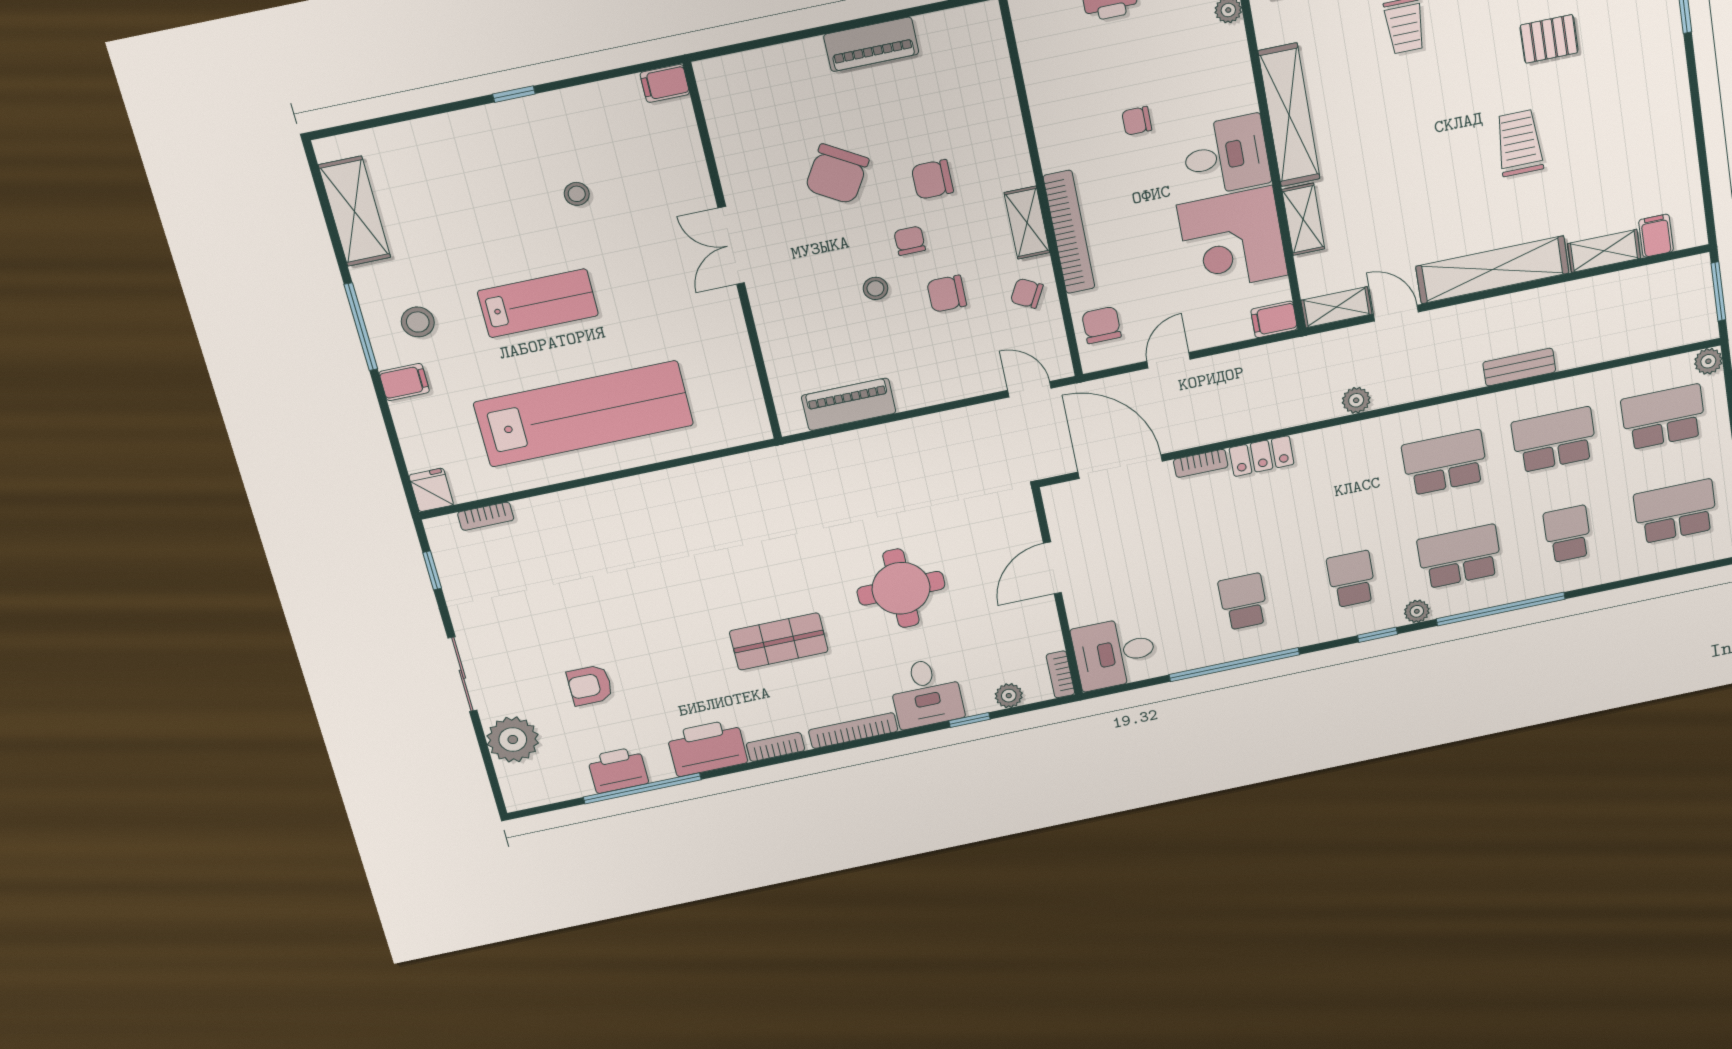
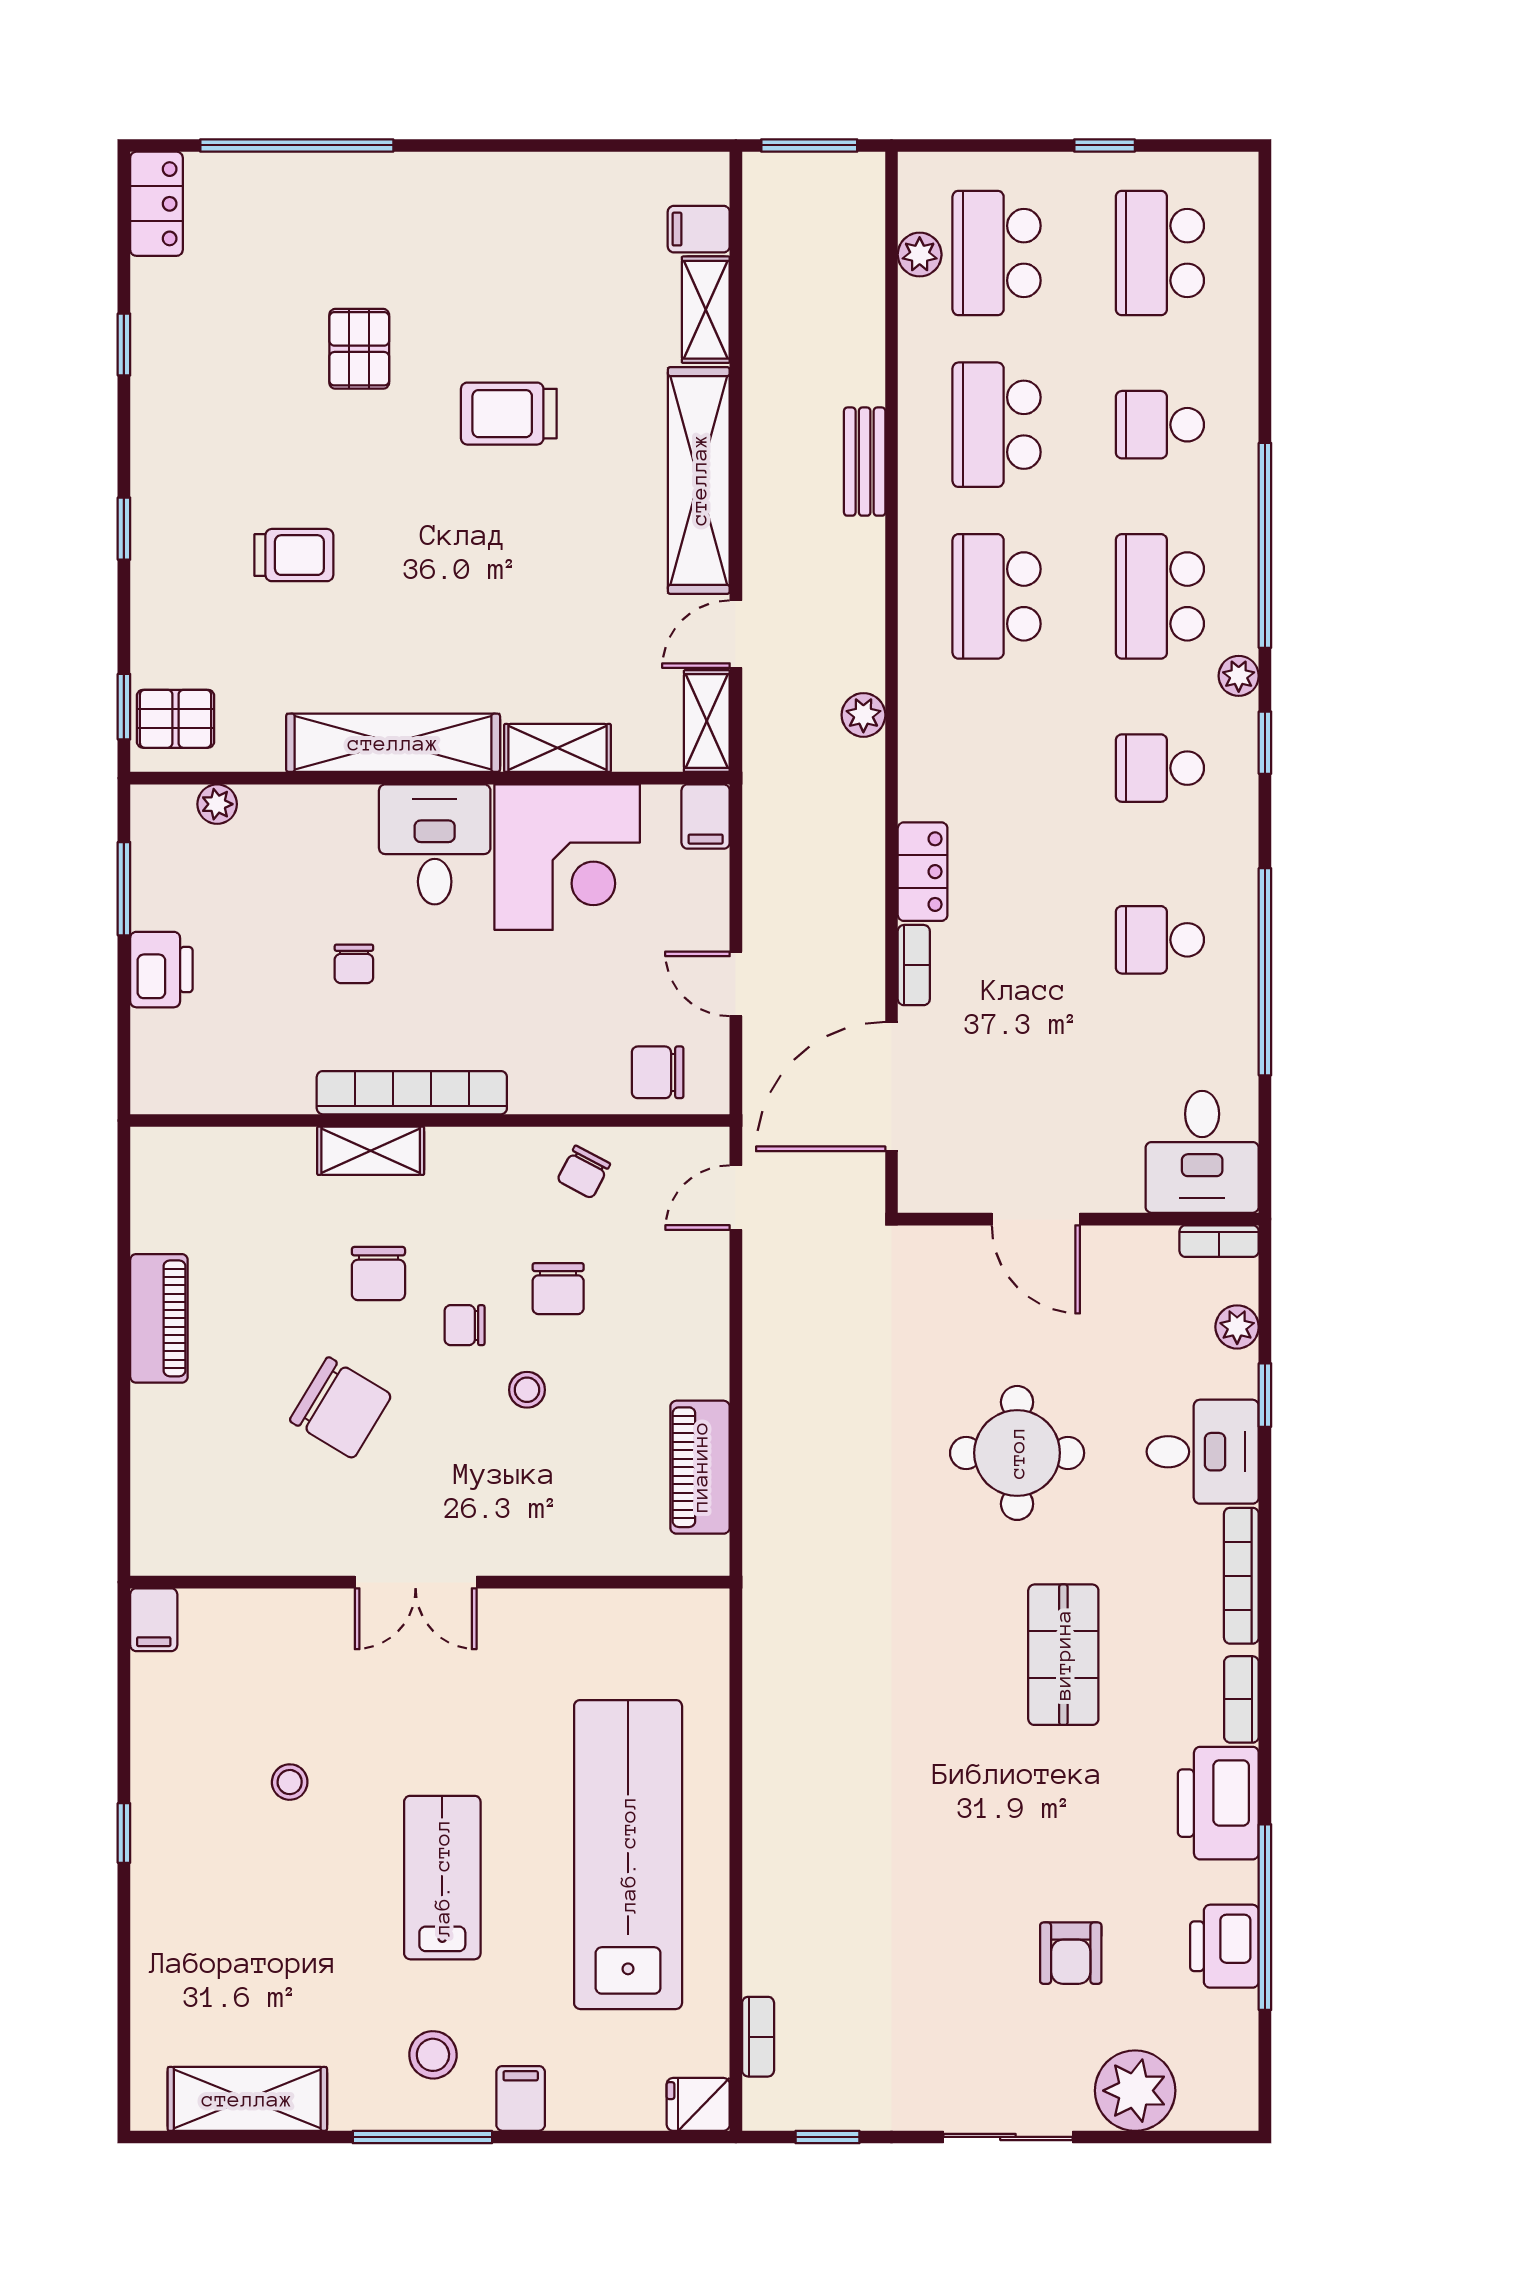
shelving: (1027, 223) -> (371, 1151), moved
bookcase: (1069, 232) -> (412, 1093), moved
plant: (1708, 361) -> (920, 255), moved

